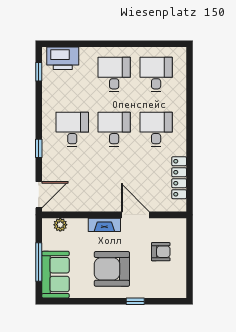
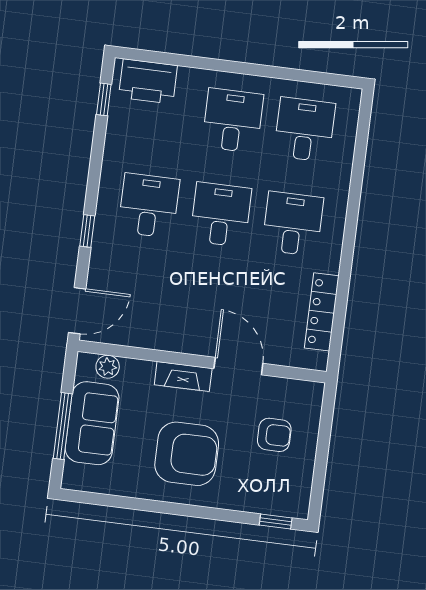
armchair: (112, 269) -> (187, 454), turned 180
sofa: (55, 275) -> (92, 423), moved
window: (135, 301) -> (276, 521), moved

